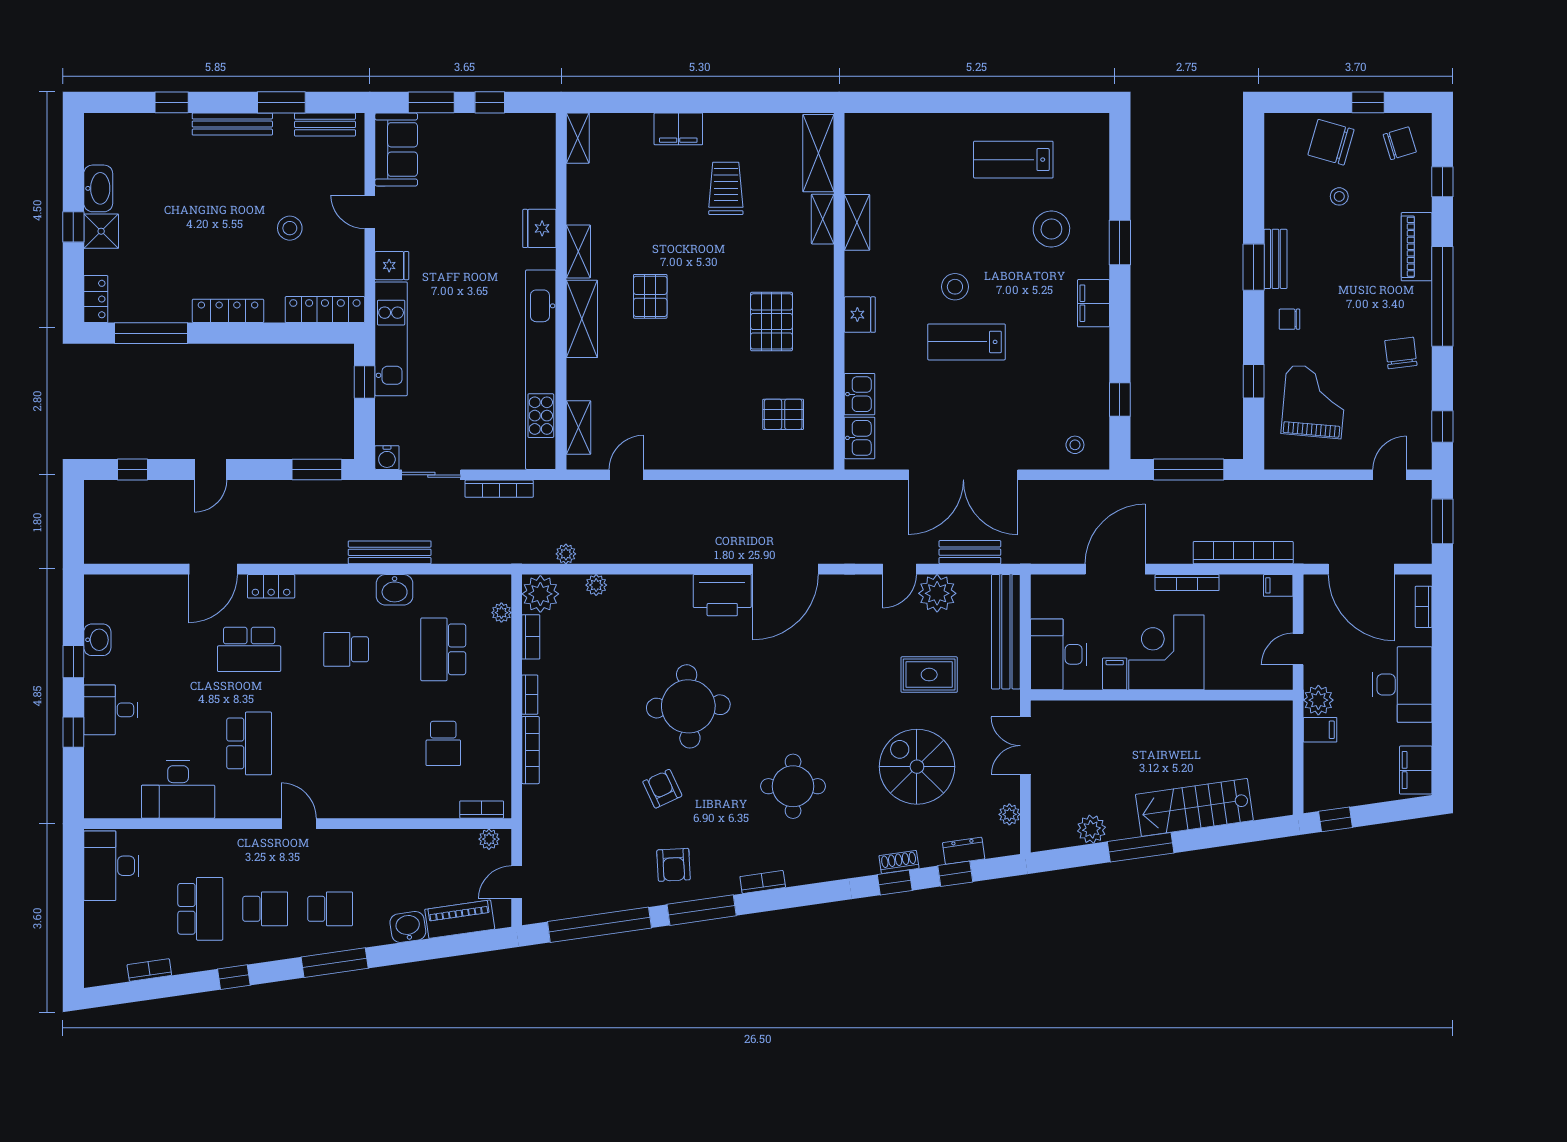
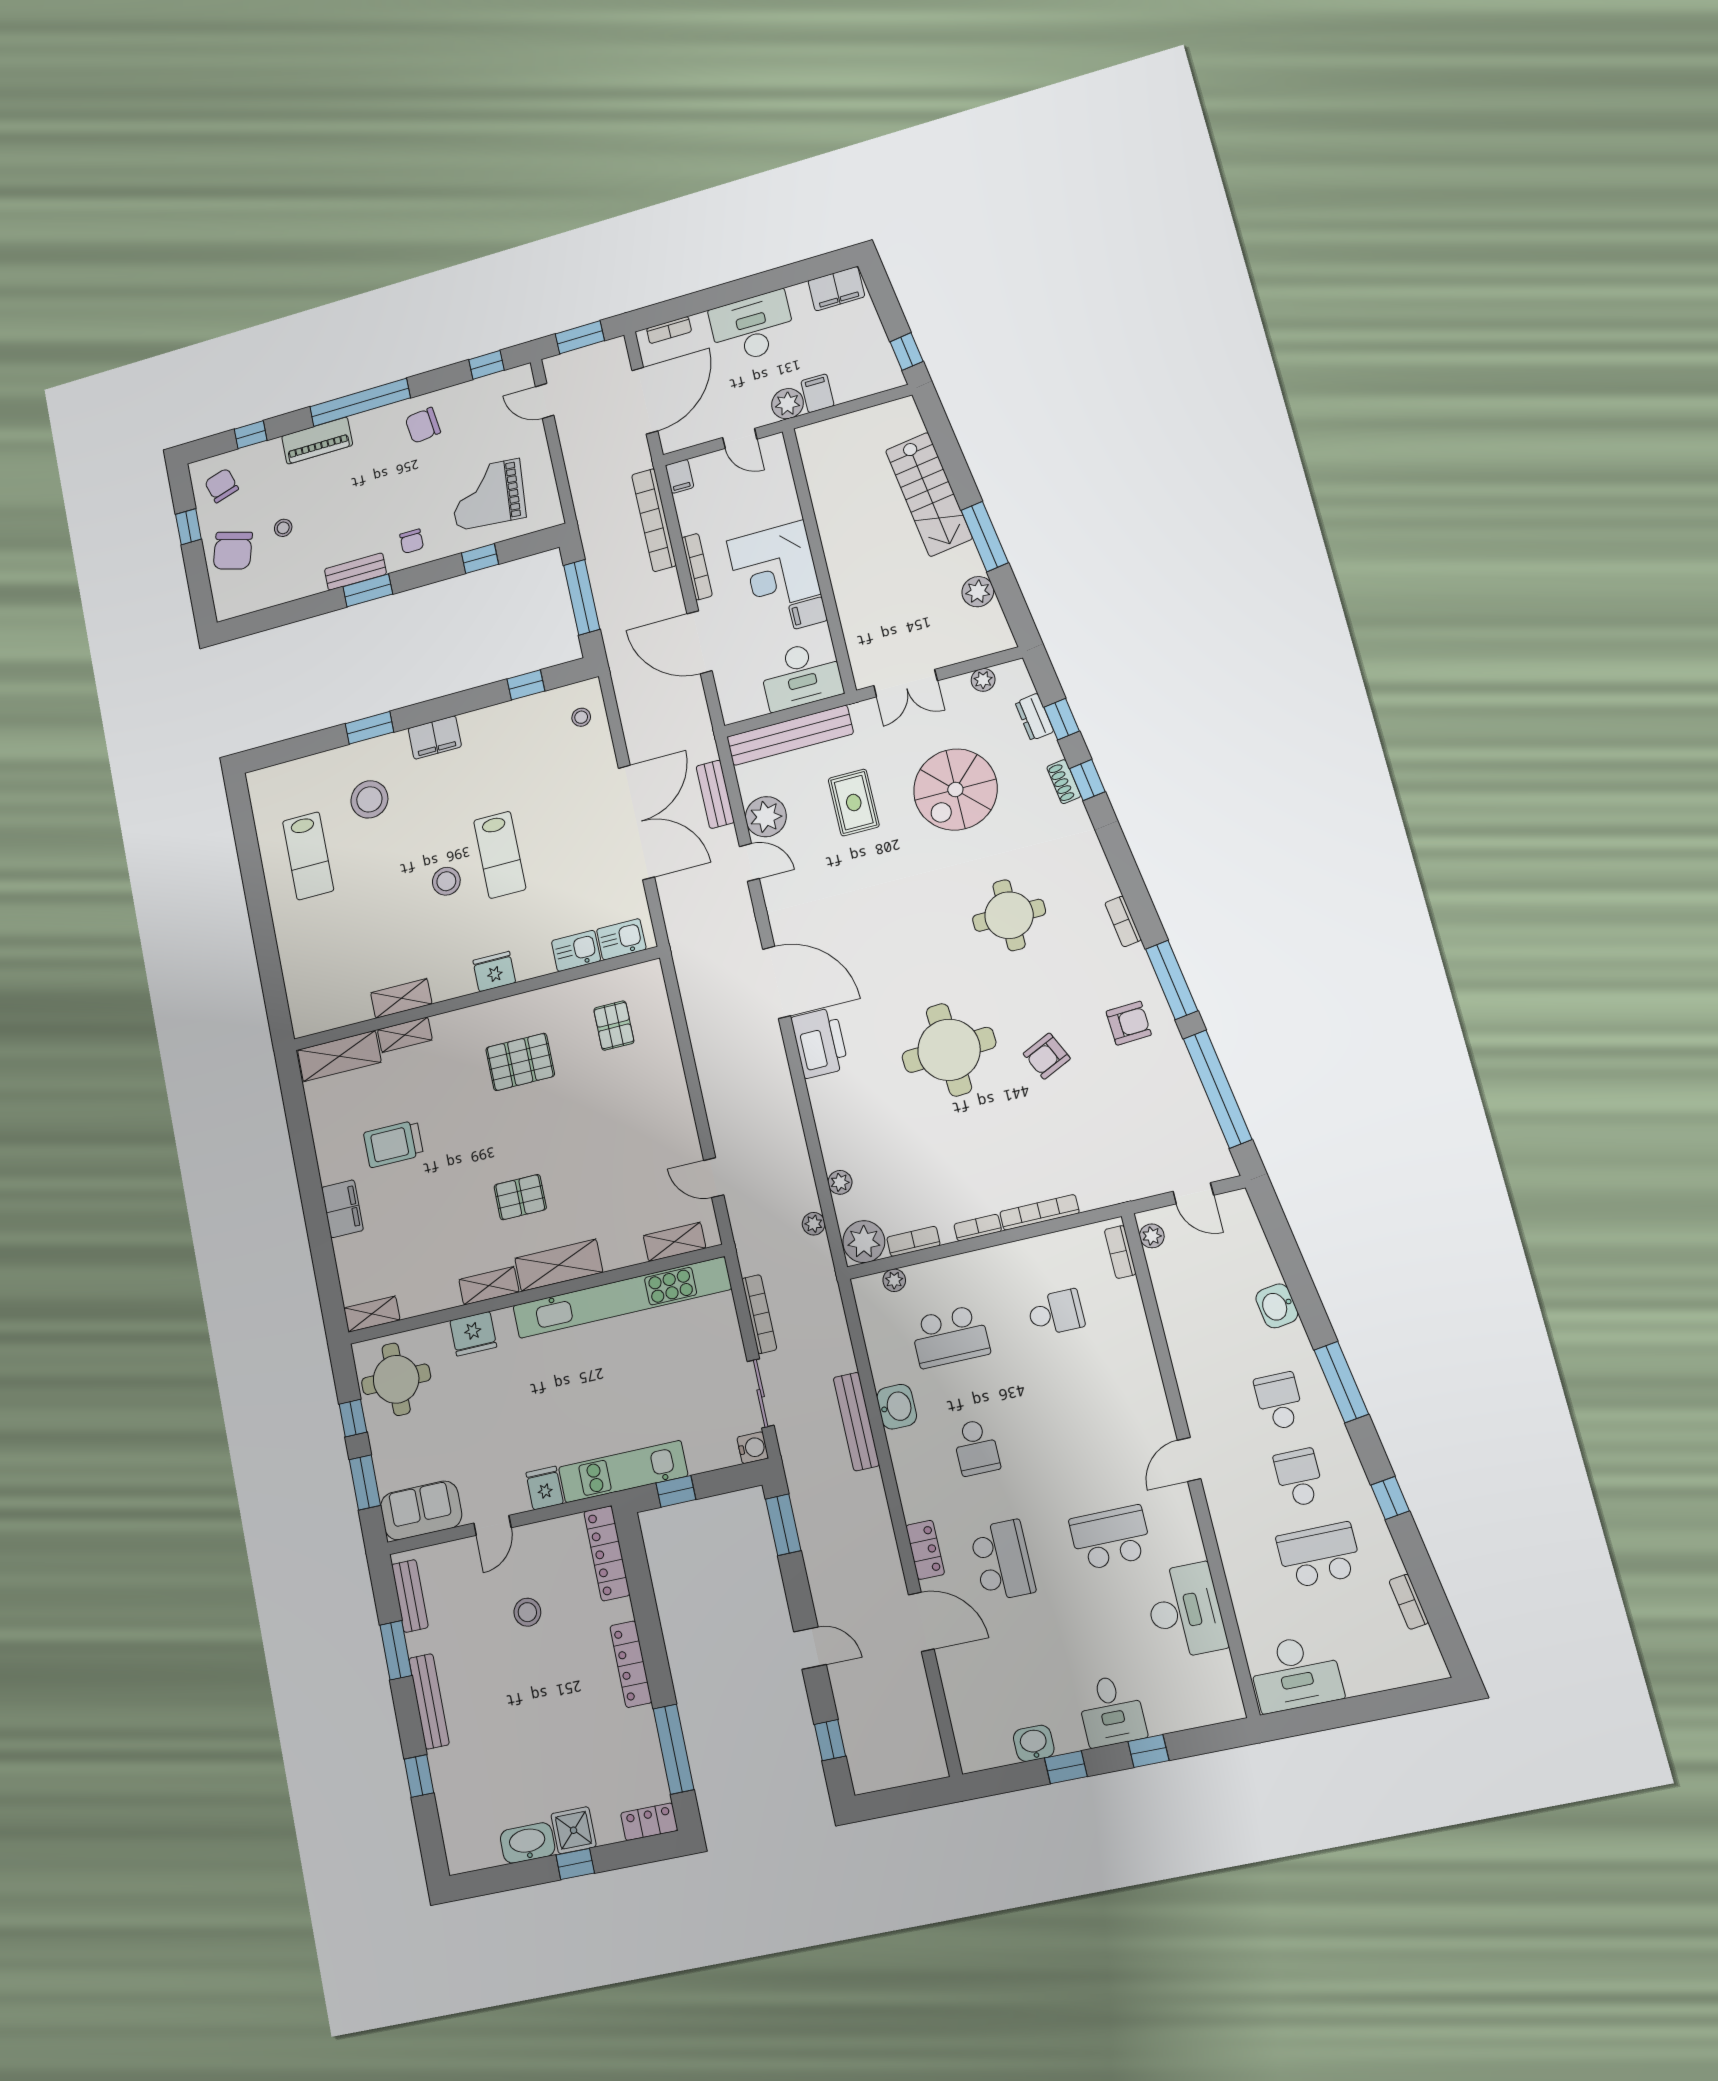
round table: (515, 149) -> (396, 1379), added
piano: (460, 919) -> (1252, 1248), removed

